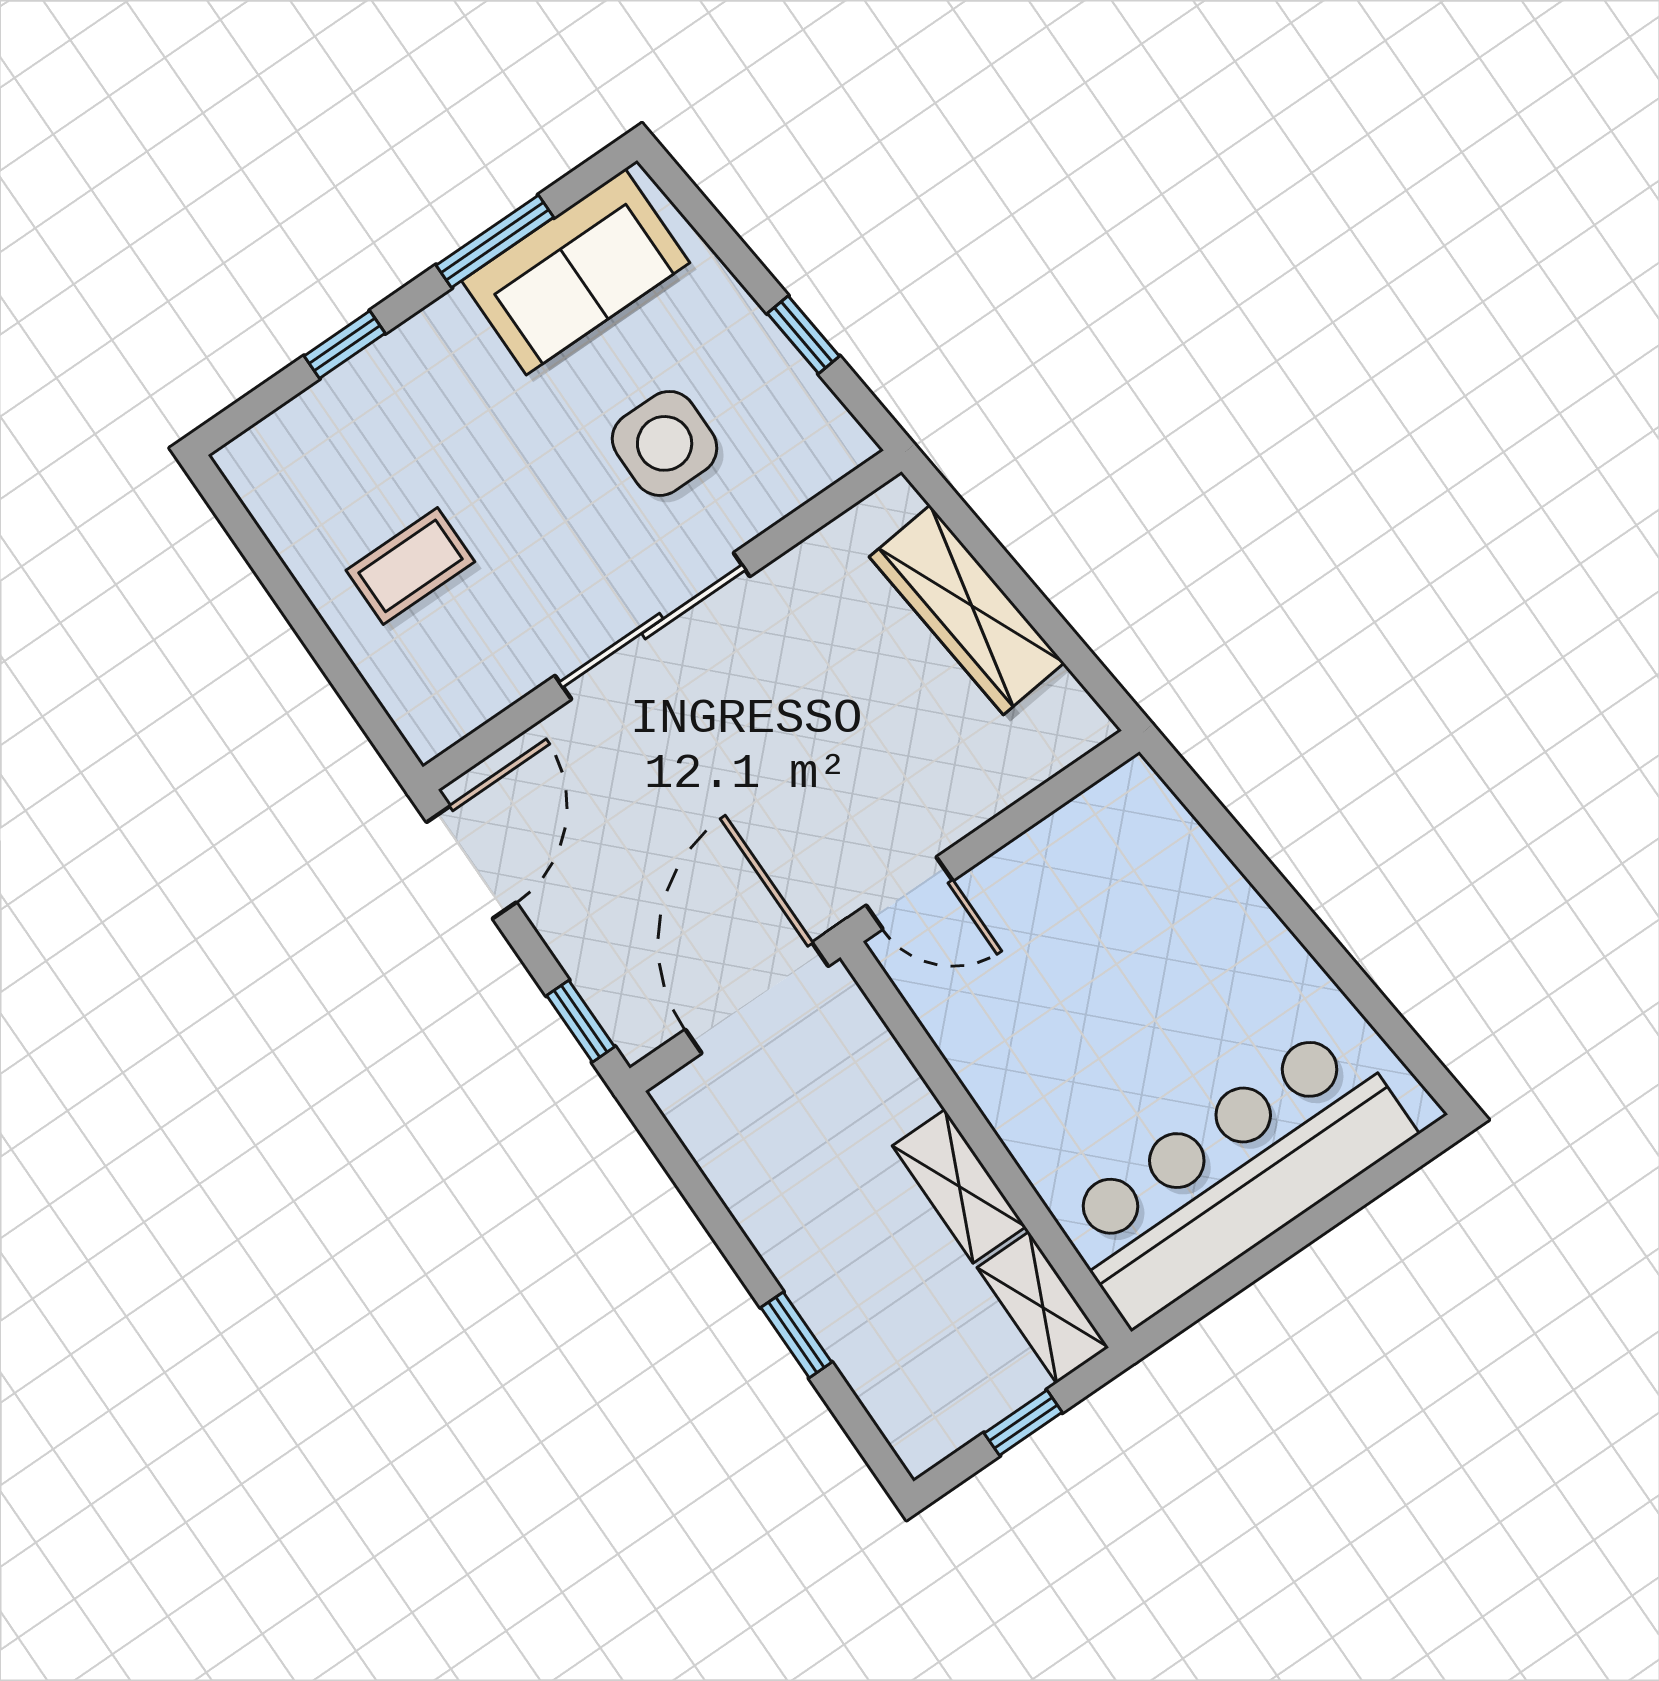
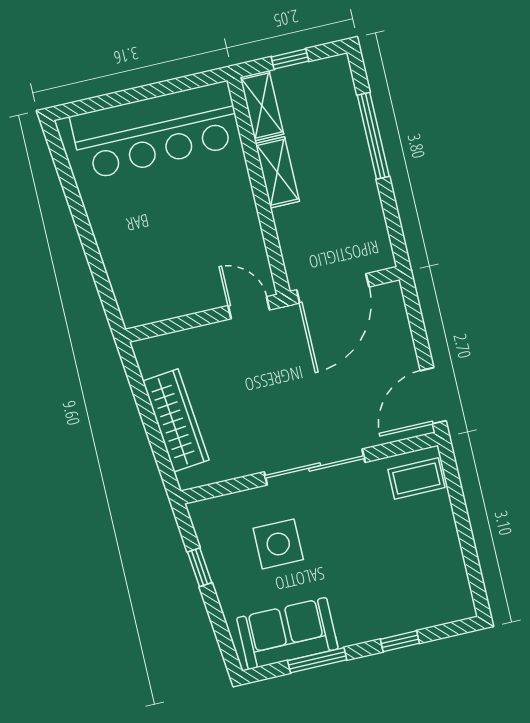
coffee table: (410, 566) -> (416, 478), moved
window: (581, 1021) -> (413, 308), removed
window: (796, 1335) -> (373, 136), width x2.17

